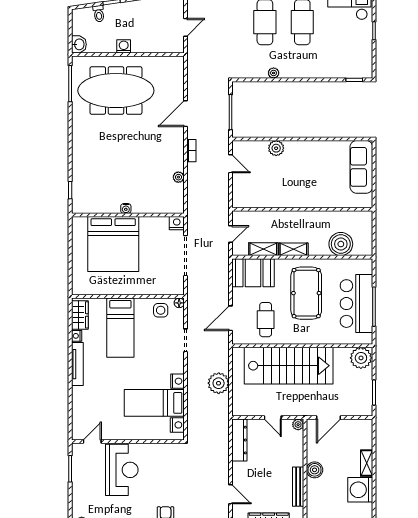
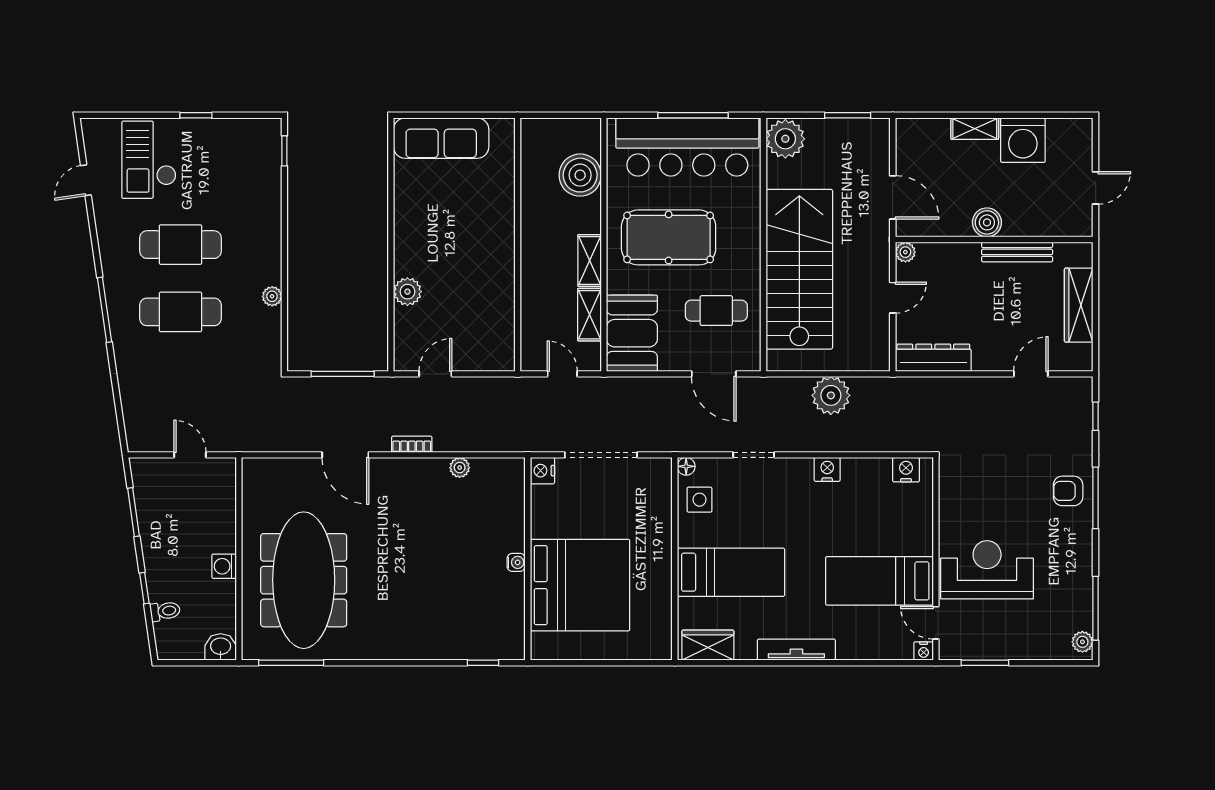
bar counter: (356, 304) -> (687, 147), width x1.36
nightstand: (77, 336) -> (924, 651), moved
bed: (154, 403) -> (879, 581), moved, turned 90

